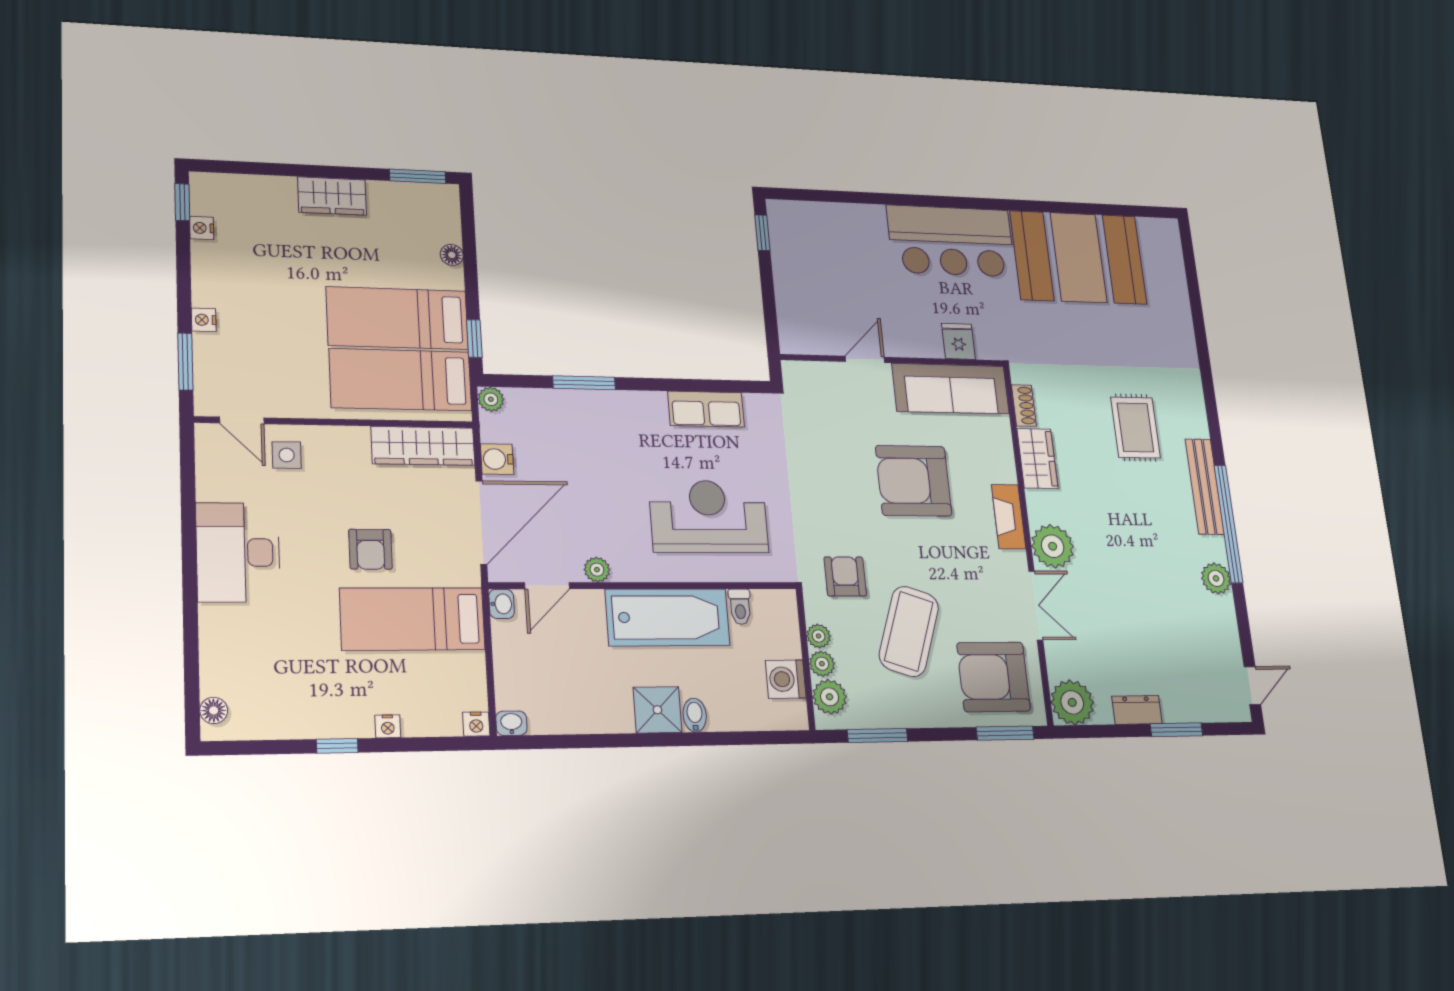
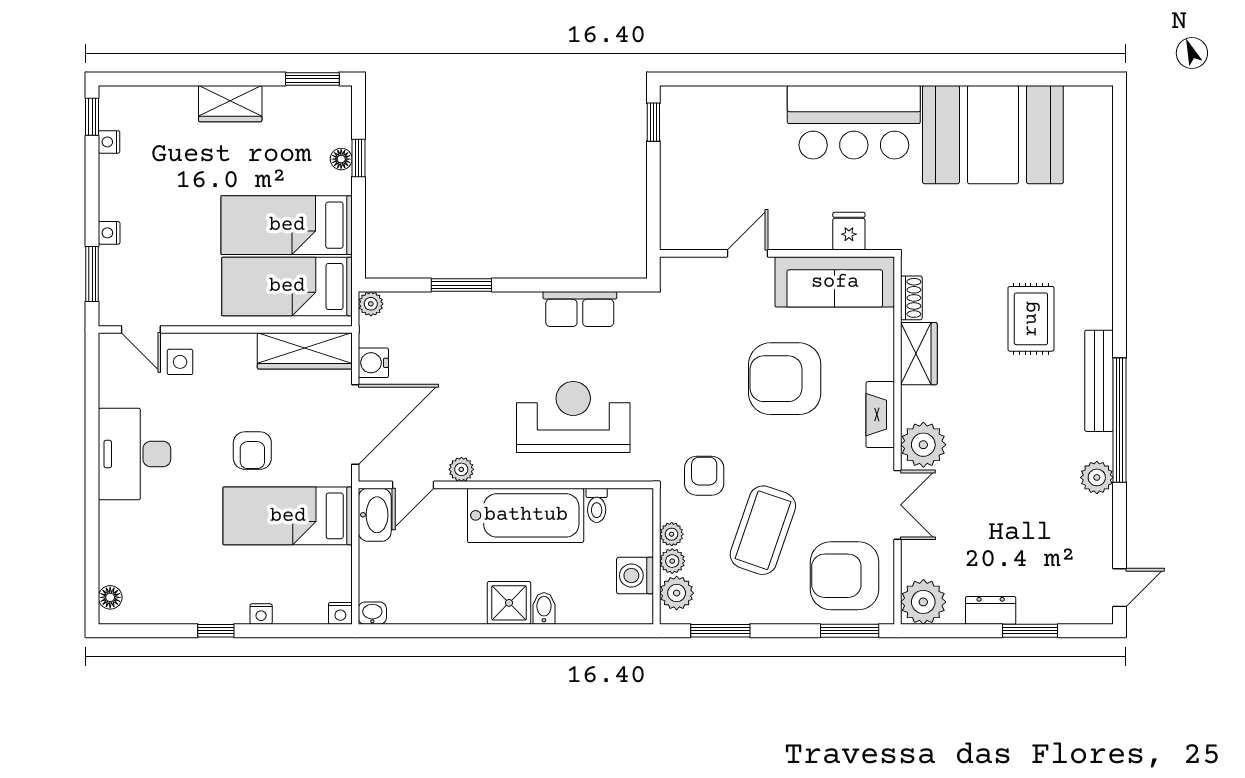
window: (474, 338) -> (358, 158), moved
washbasin: (502, 604) -> (375, 515), width x1.91, depth x1.45

